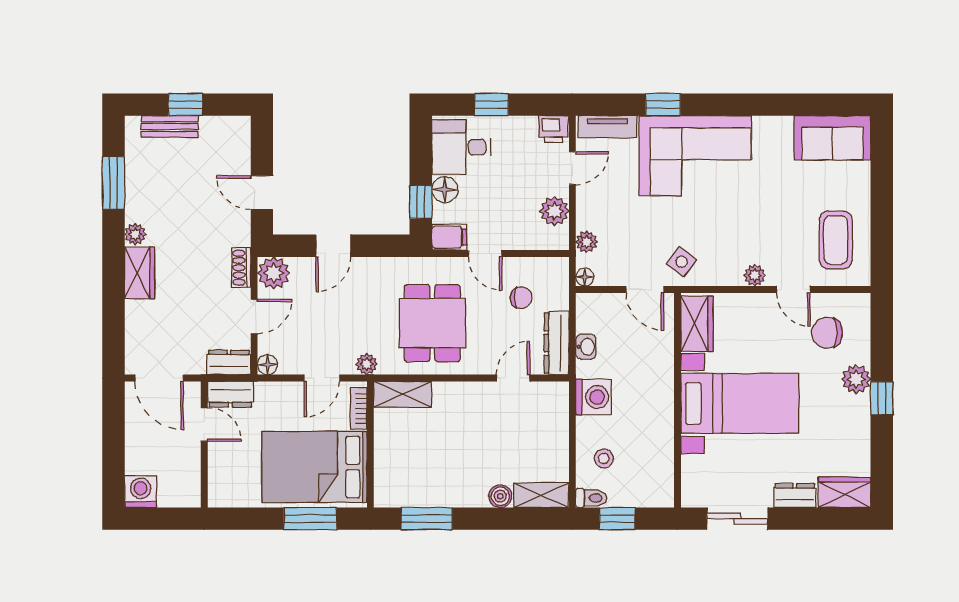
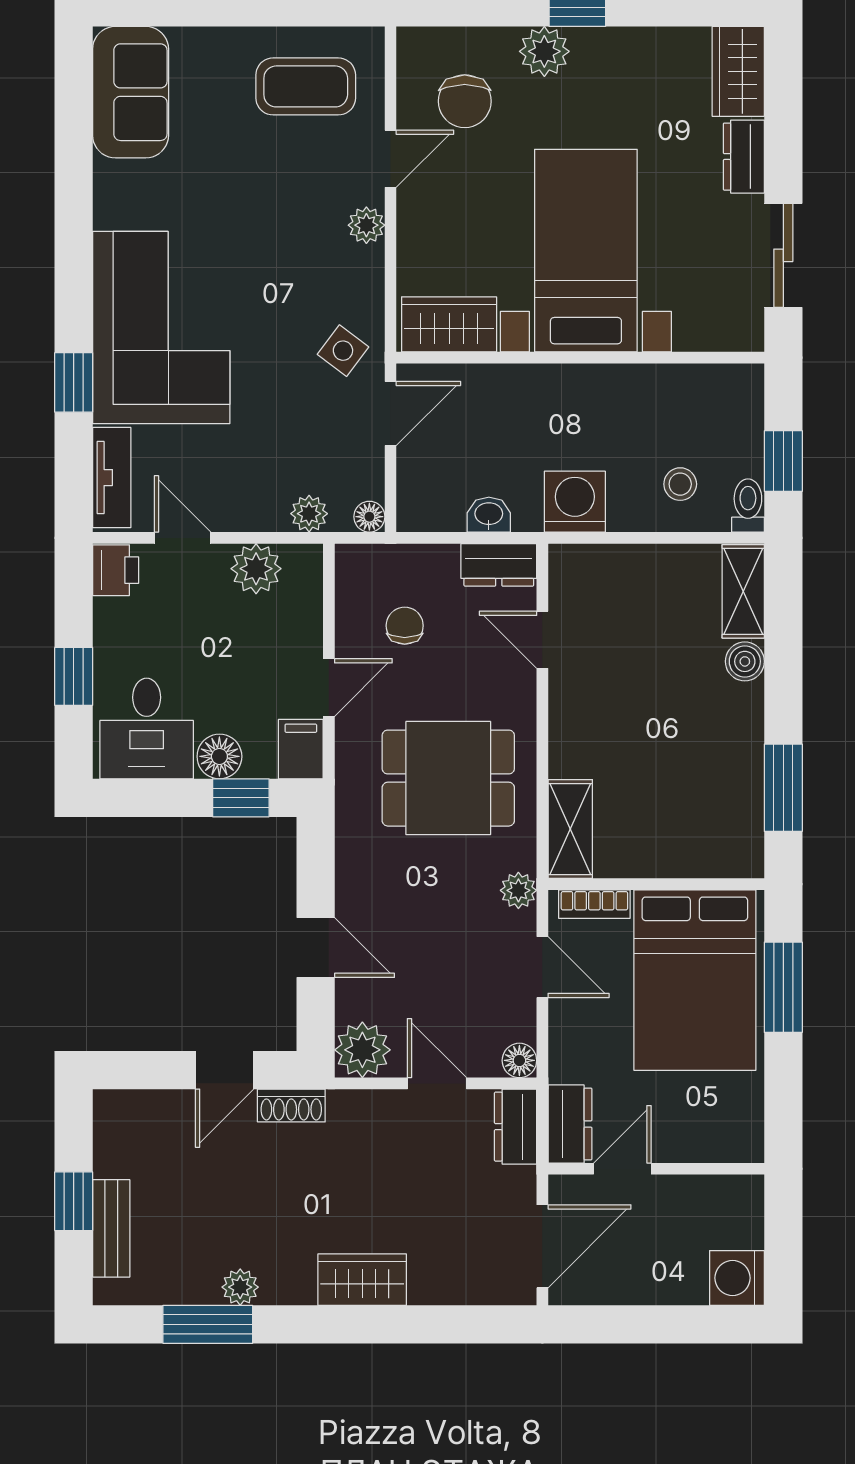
plant: (135, 234) -> (240, 1287), moved
shoe rack: (241, 268) -> (291, 1106), moved
dresser: (557, 343) -> (499, 565), width x0.70

